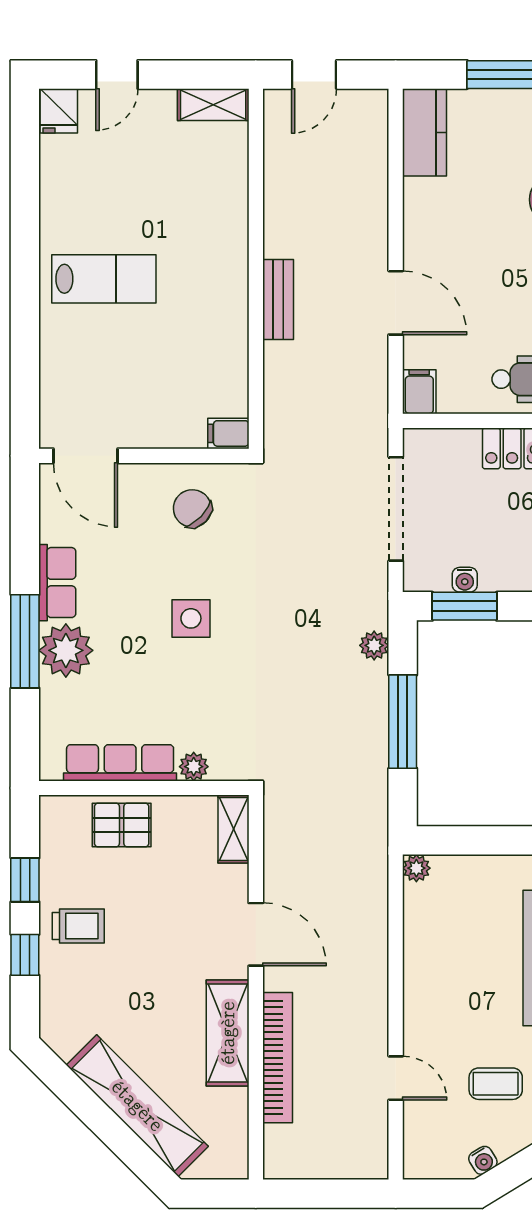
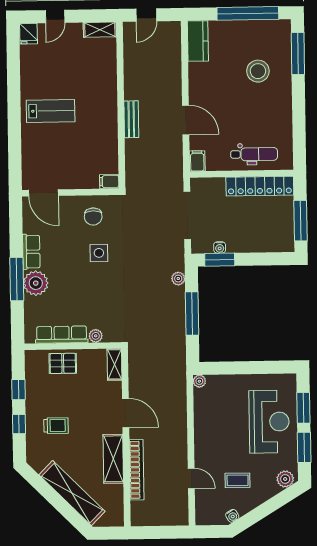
chair: (192, 508) -> (93, 217), turned -134
side table: (191, 618) -> (99, 253), moved
trolley: (78, 926) -> (56, 426), moved

